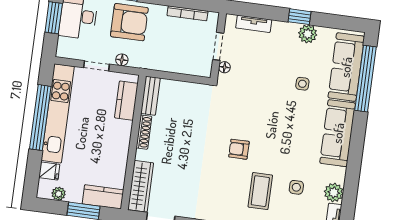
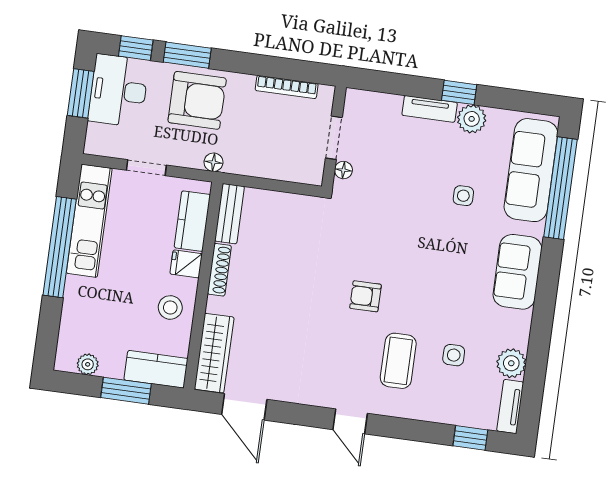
tv unit: (254, 24) -> (430, 109), moved
floor lamp: (122, 60) -> (214, 162), moved
kitchen unit: (58, 113) -> (89, 221), width x0.73
sofa: (338, 133) -> (517, 272), width x0.73
stool: (112, 157) -> (170, 307), added
fridge: (49, 171) -> (186, 264), moved, turned 180

